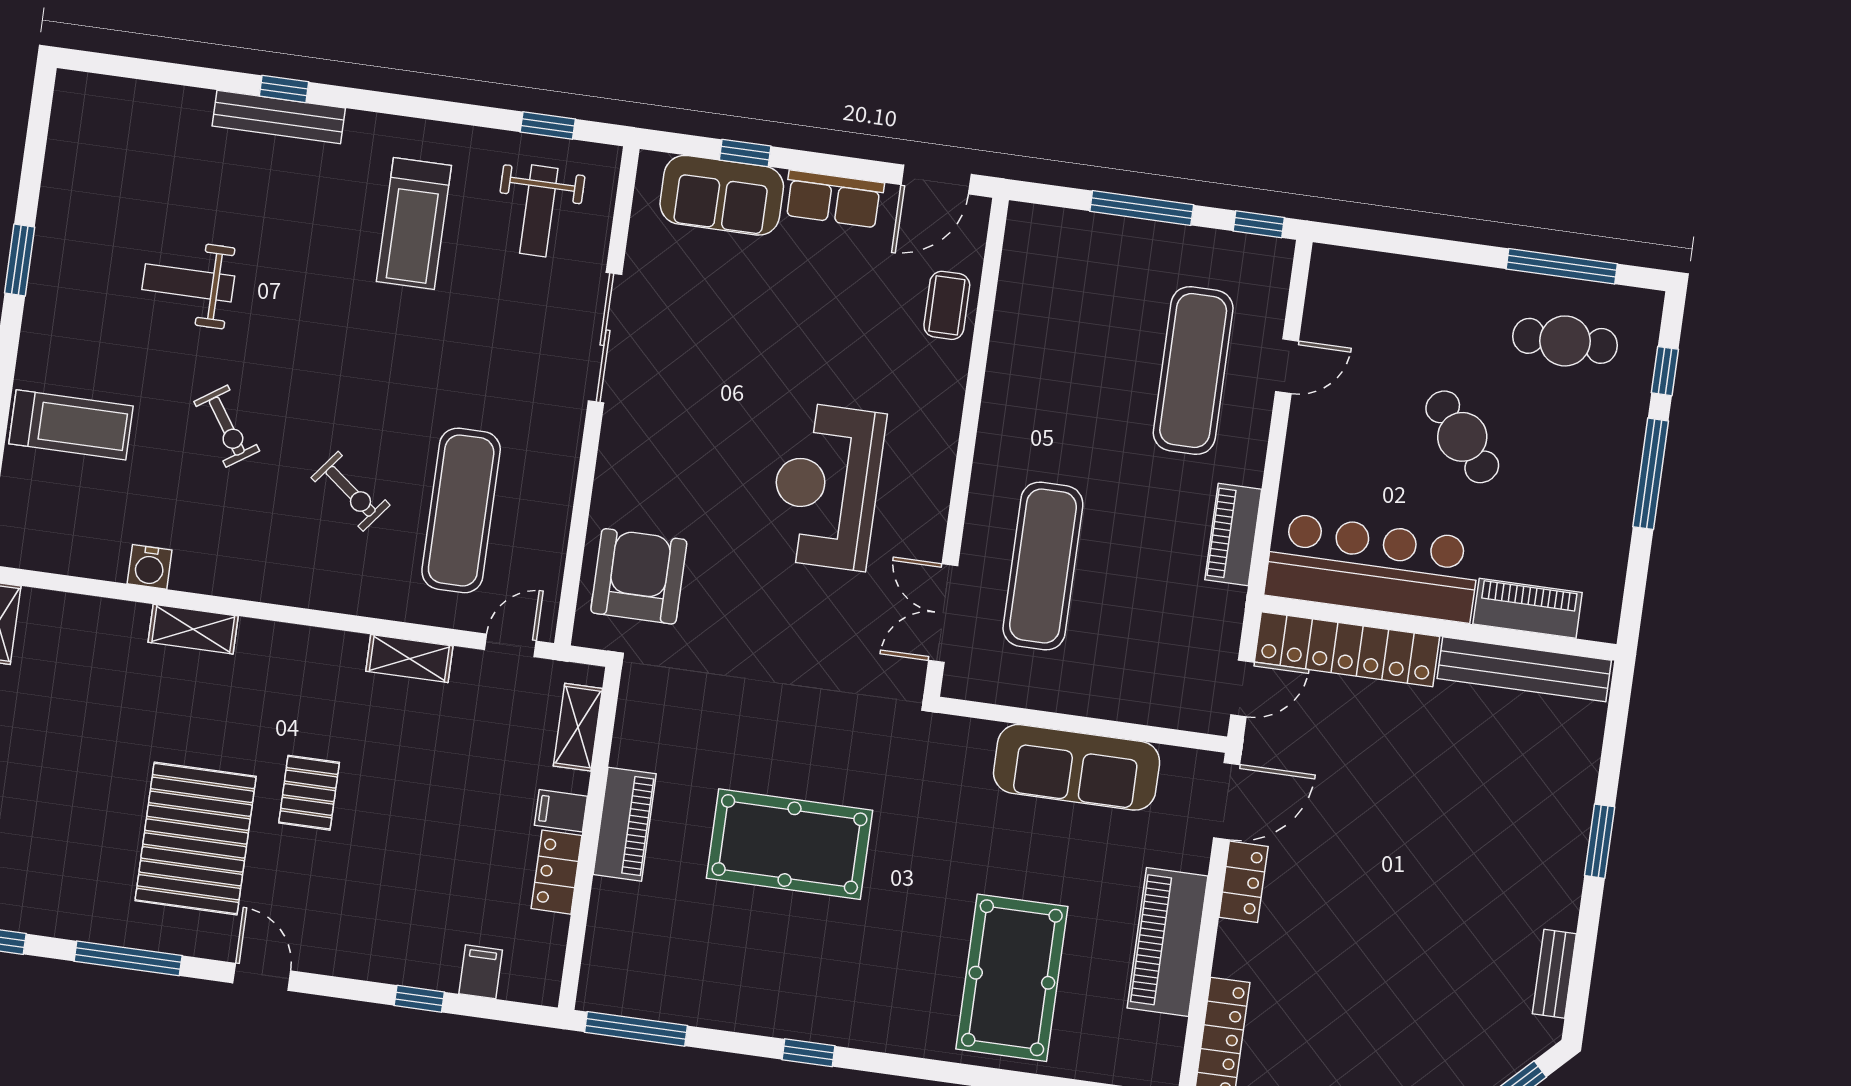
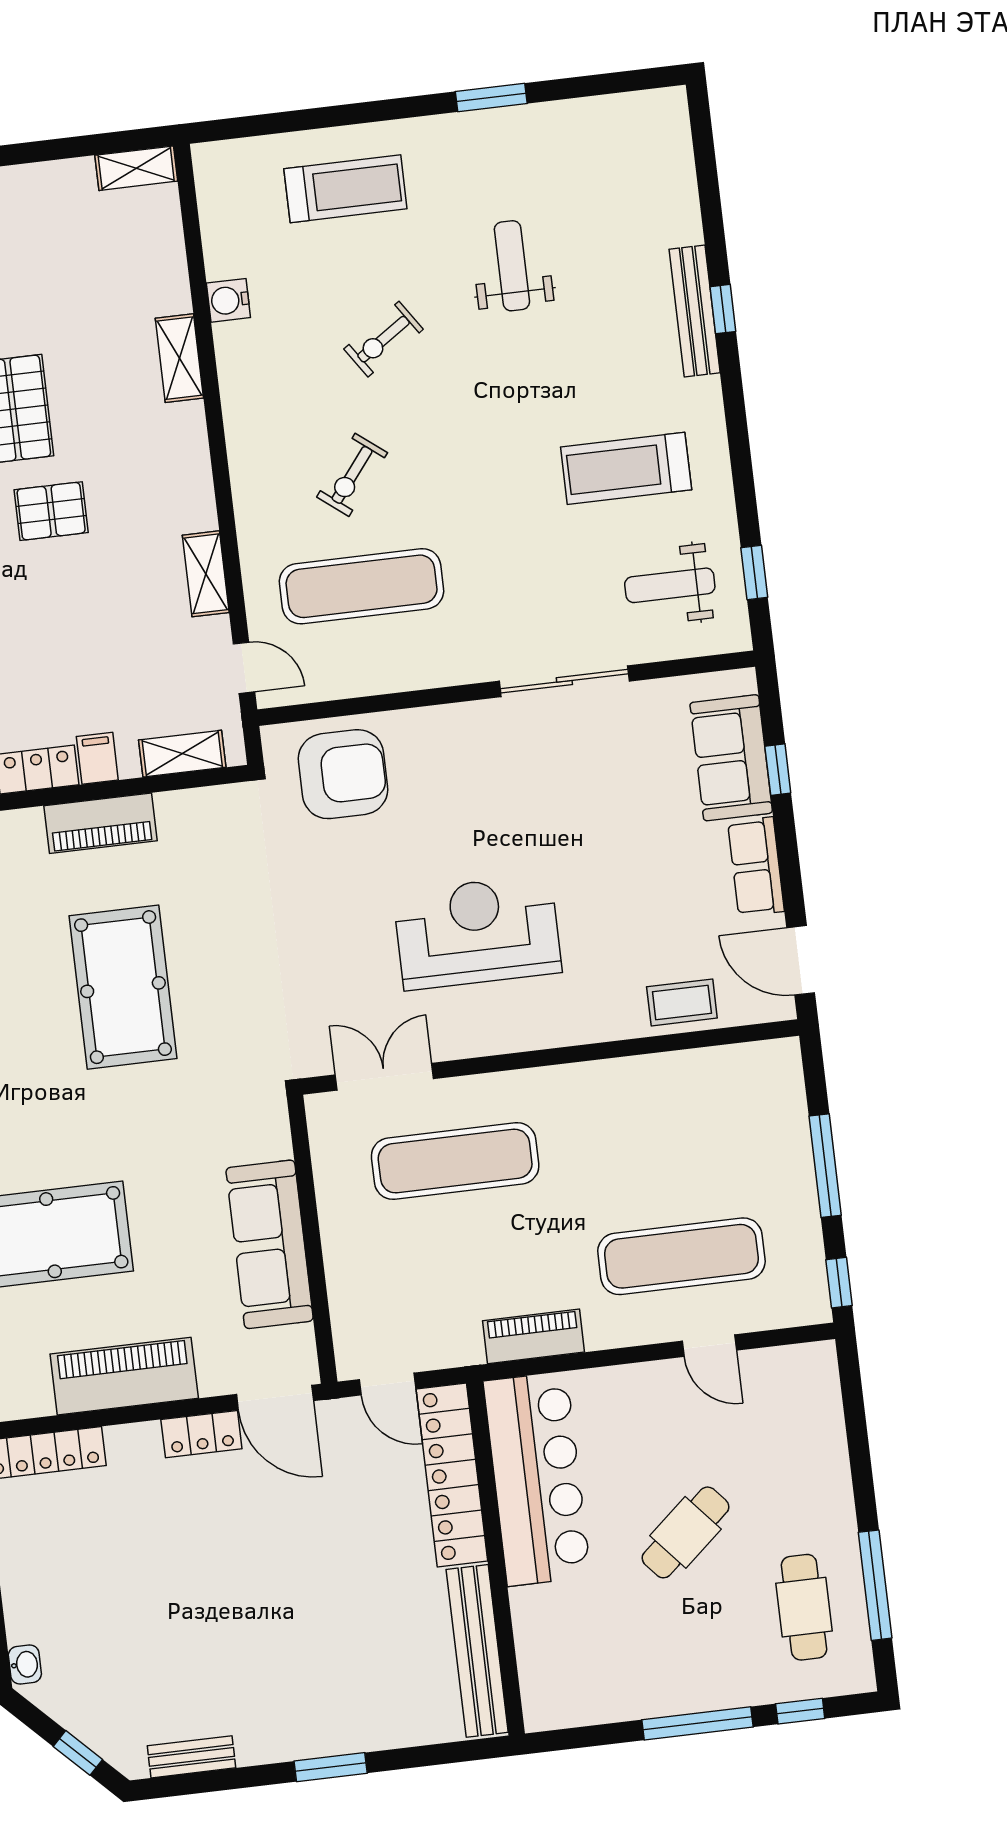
treadmill: (71, 425) -> (345, 189), turned -90
piano: (1528, 608) -> (537, 1639), removed

